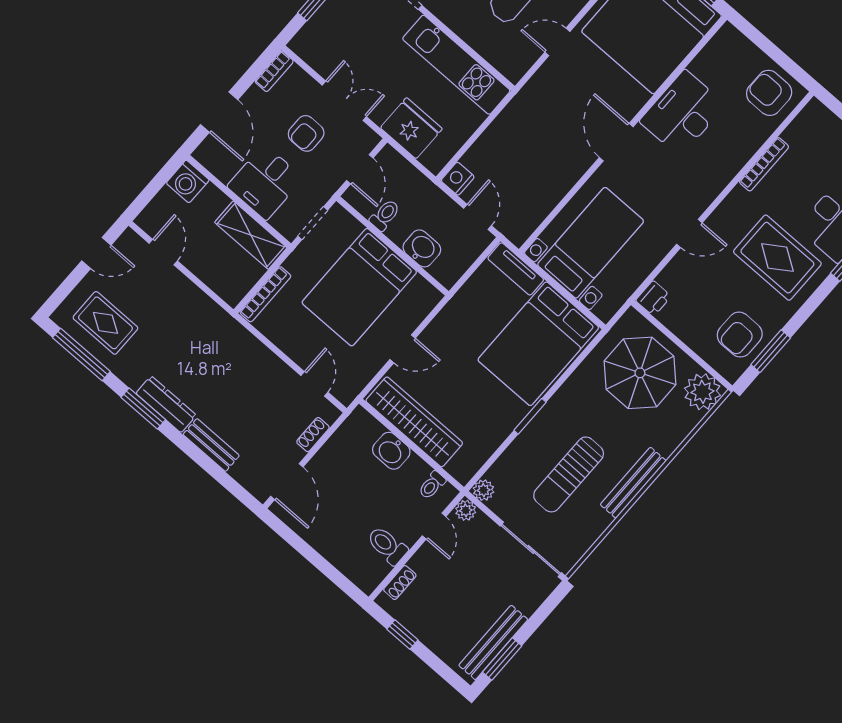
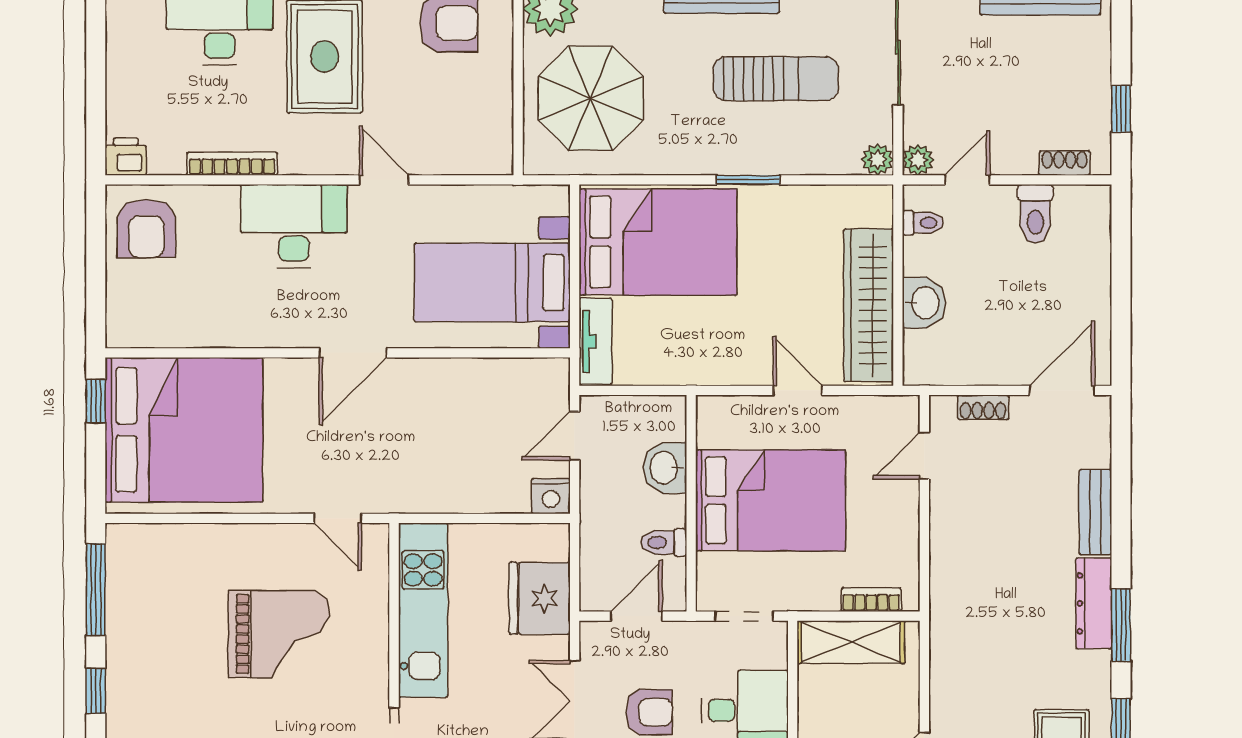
door: (557, 42) -> (338, 518), moved
desk: (682, 113) -> (294, 226), moved, turned 180
shelving: (251, 235) -> (851, 642), moved, turned 90
bookcase: (265, 294) -> (871, 600), width x0.64
printer: (653, 298) -> (126, 157), moved

